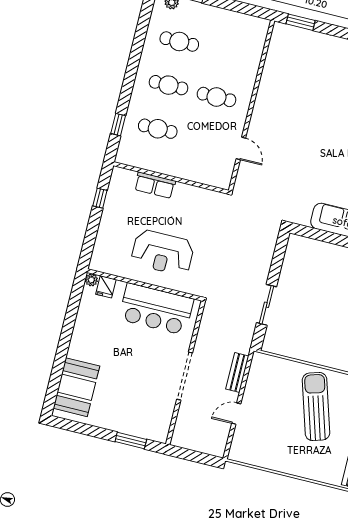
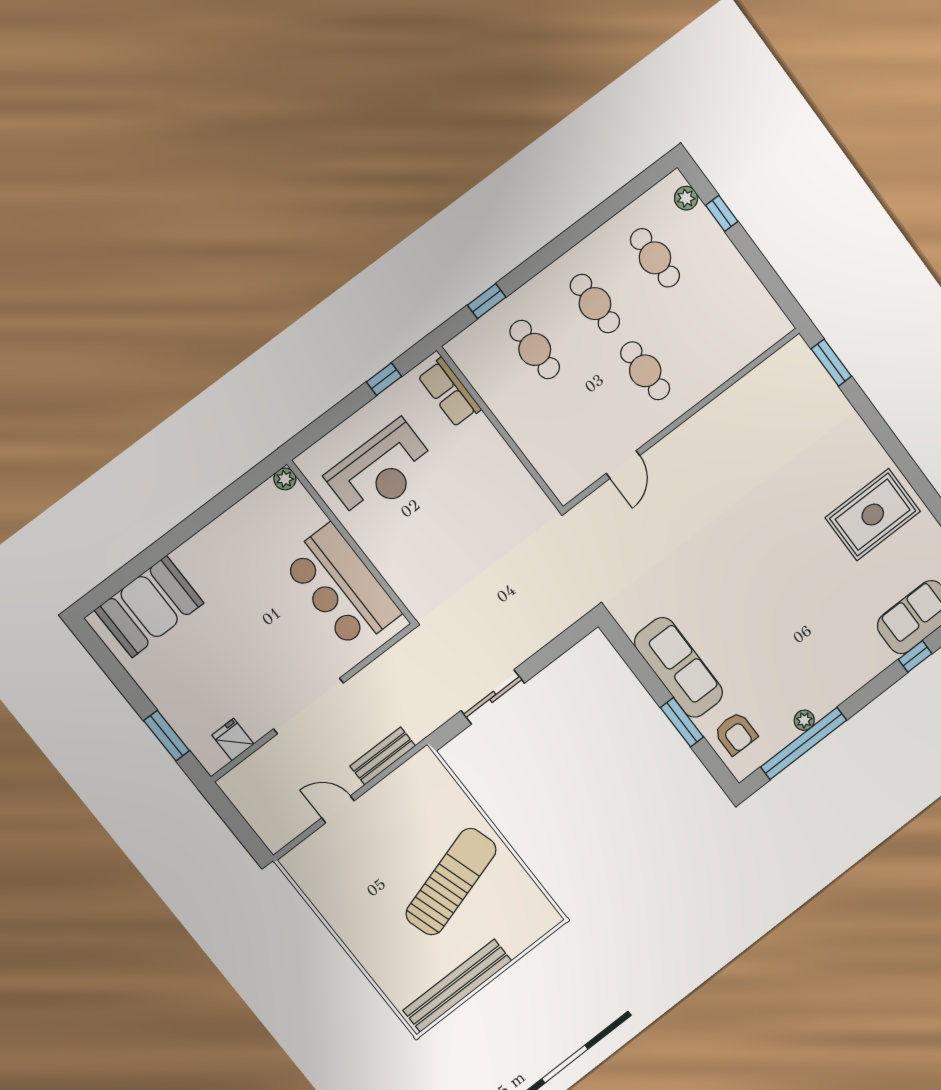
row of seats: (155, 185) -> (449, 392), moved
reception desk: (163, 253) -> (381, 471), moved, turned -90
fridge: (106, 287) -> (233, 740), moved, turned 90

